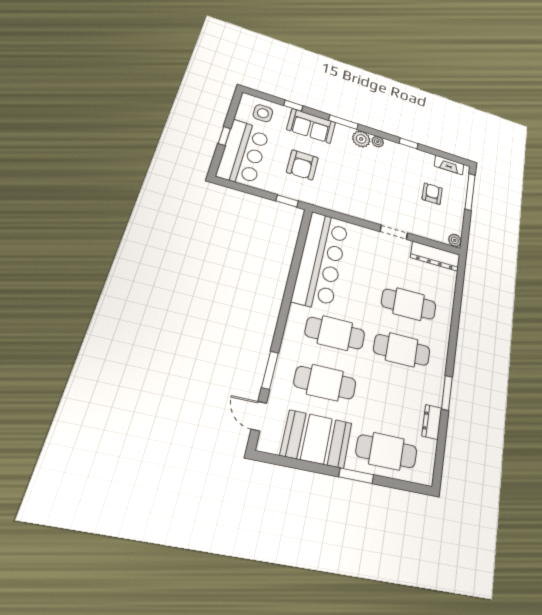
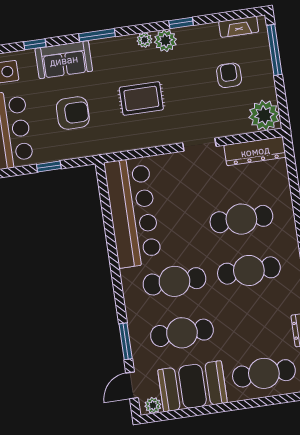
plant: (361, 139) -> (165, 41), moved
armchair: (302, 165) -> (73, 113), turned -90
rug: (360, 179) -> (141, 99), added
window: (287, 201) -> (49, 167), moved
plant: (455, 240) -> (264, 115), width x1.87, depth x1.87
door: (259, 416) -> (132, 385), hinge flipped
plant: (271, 444) -> (153, 405), added
window: (356, 476) -> (241, 405), removed

